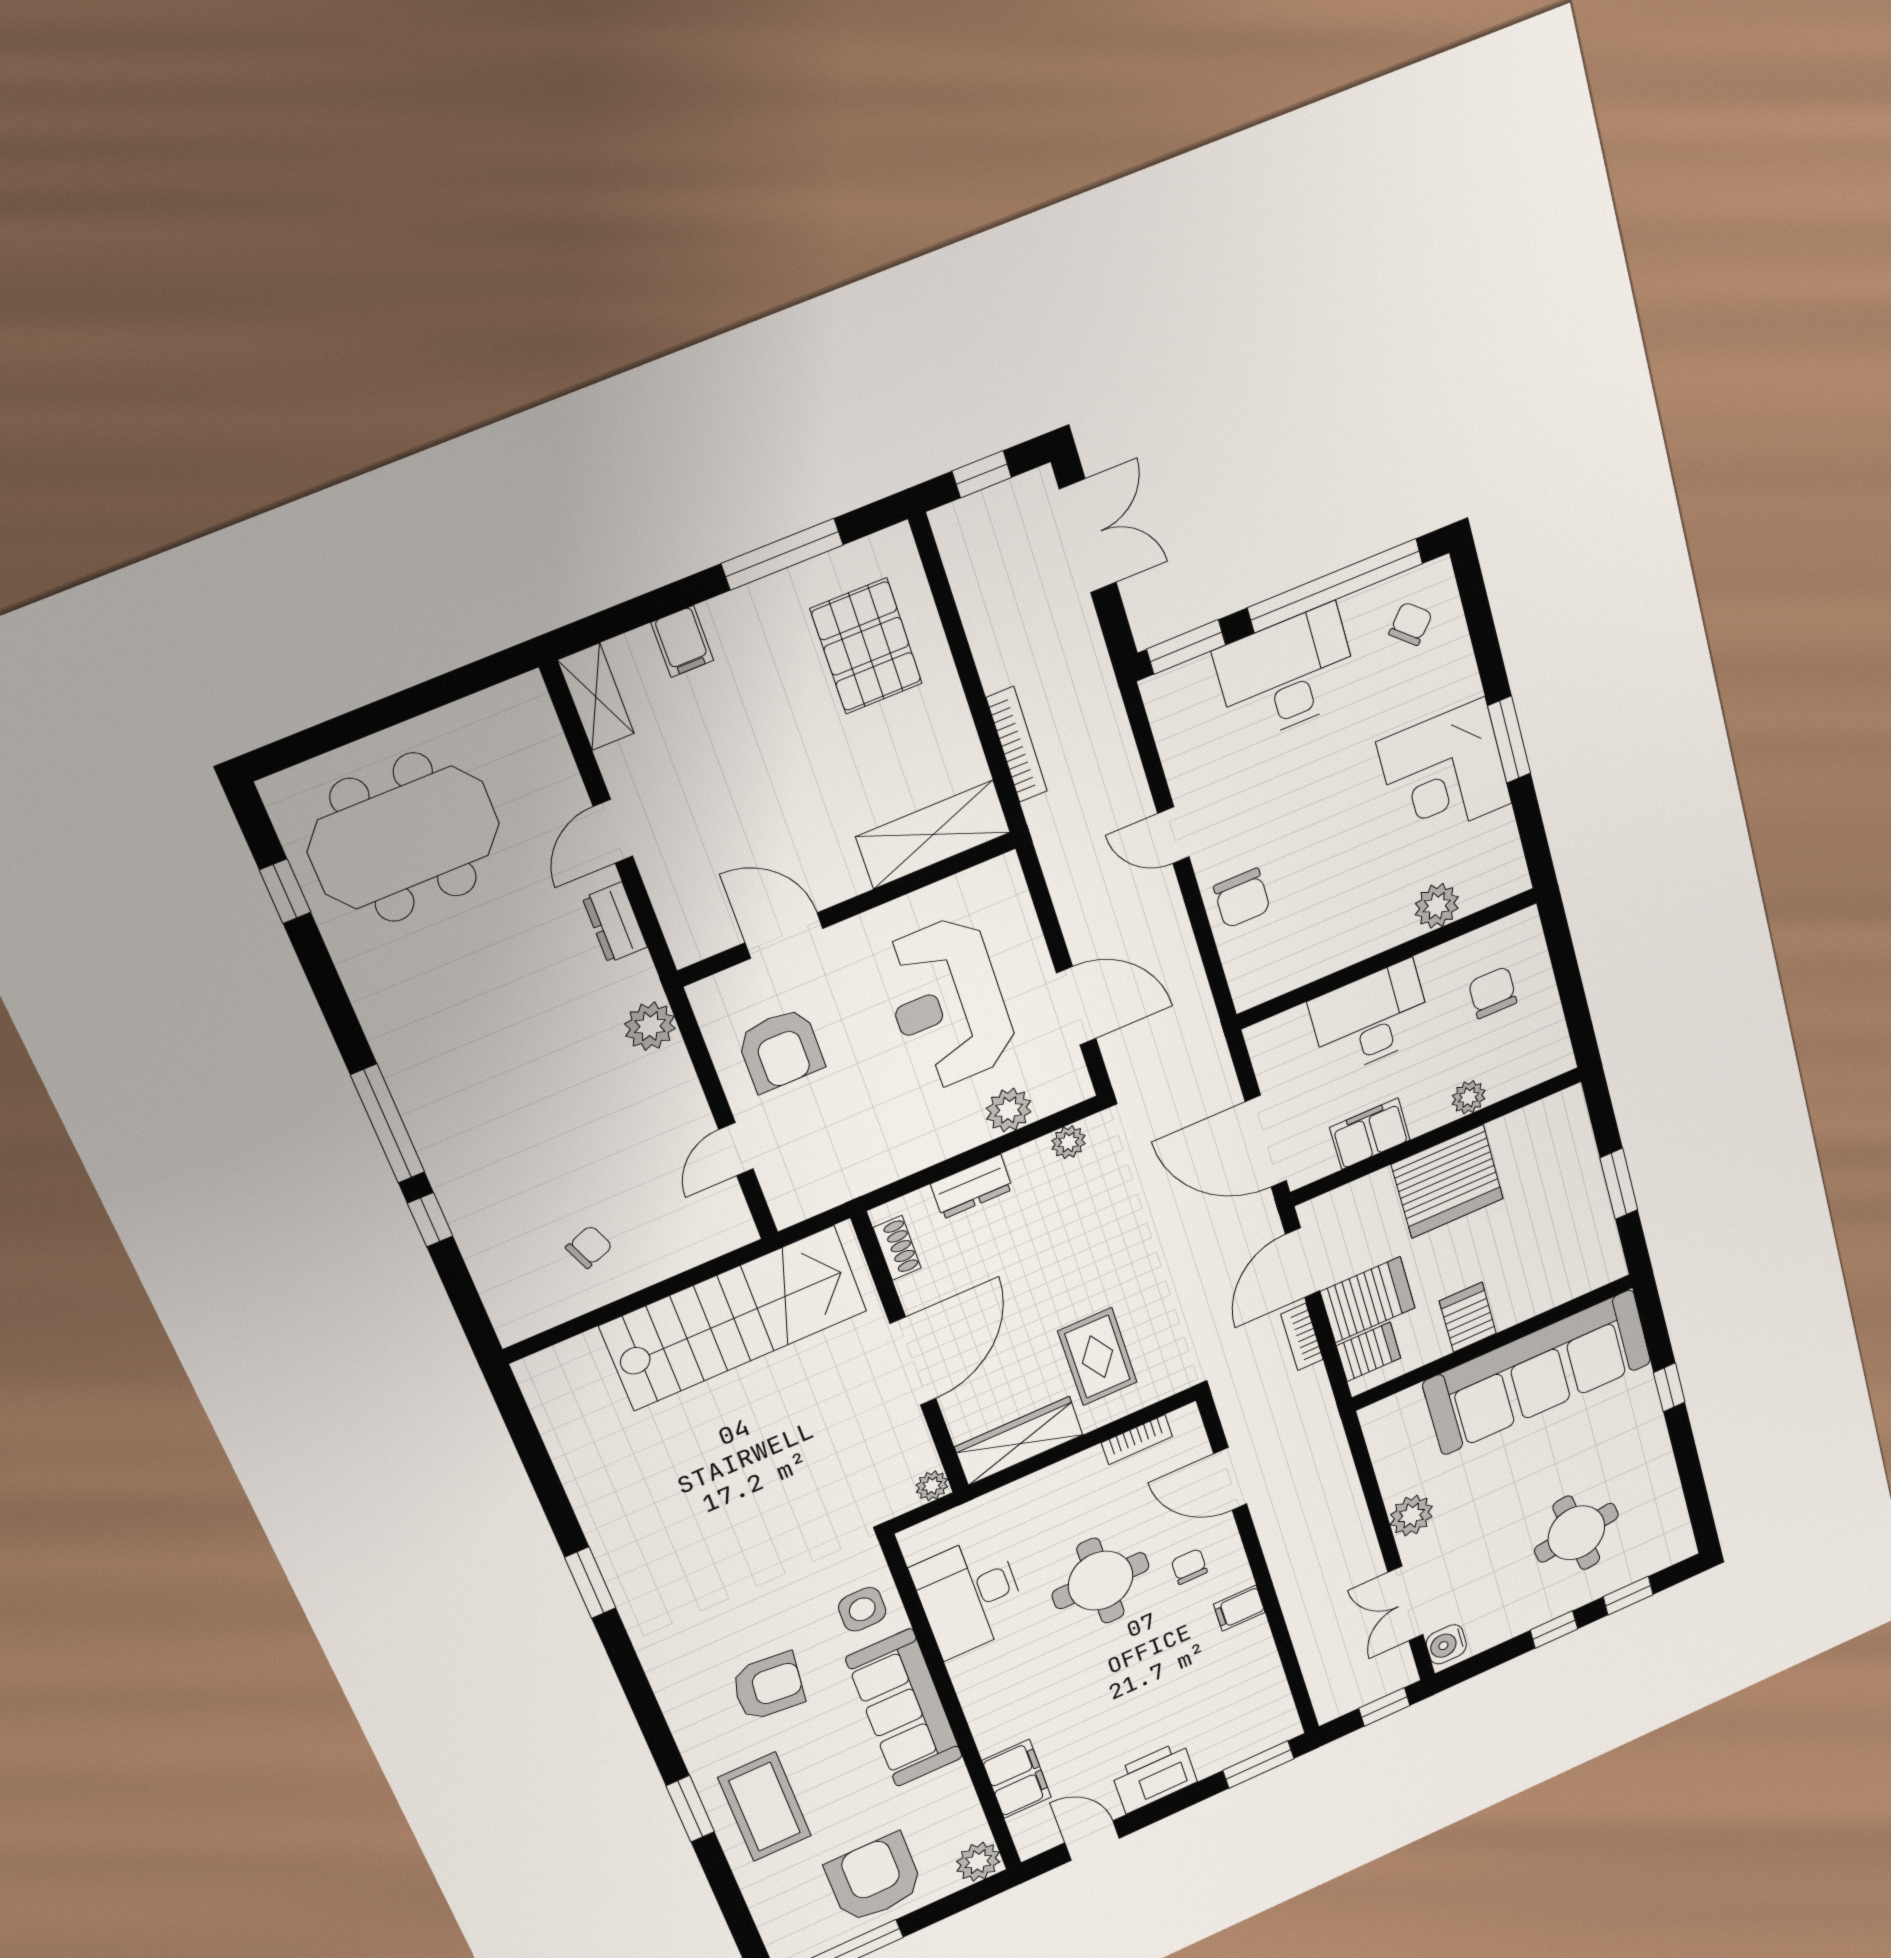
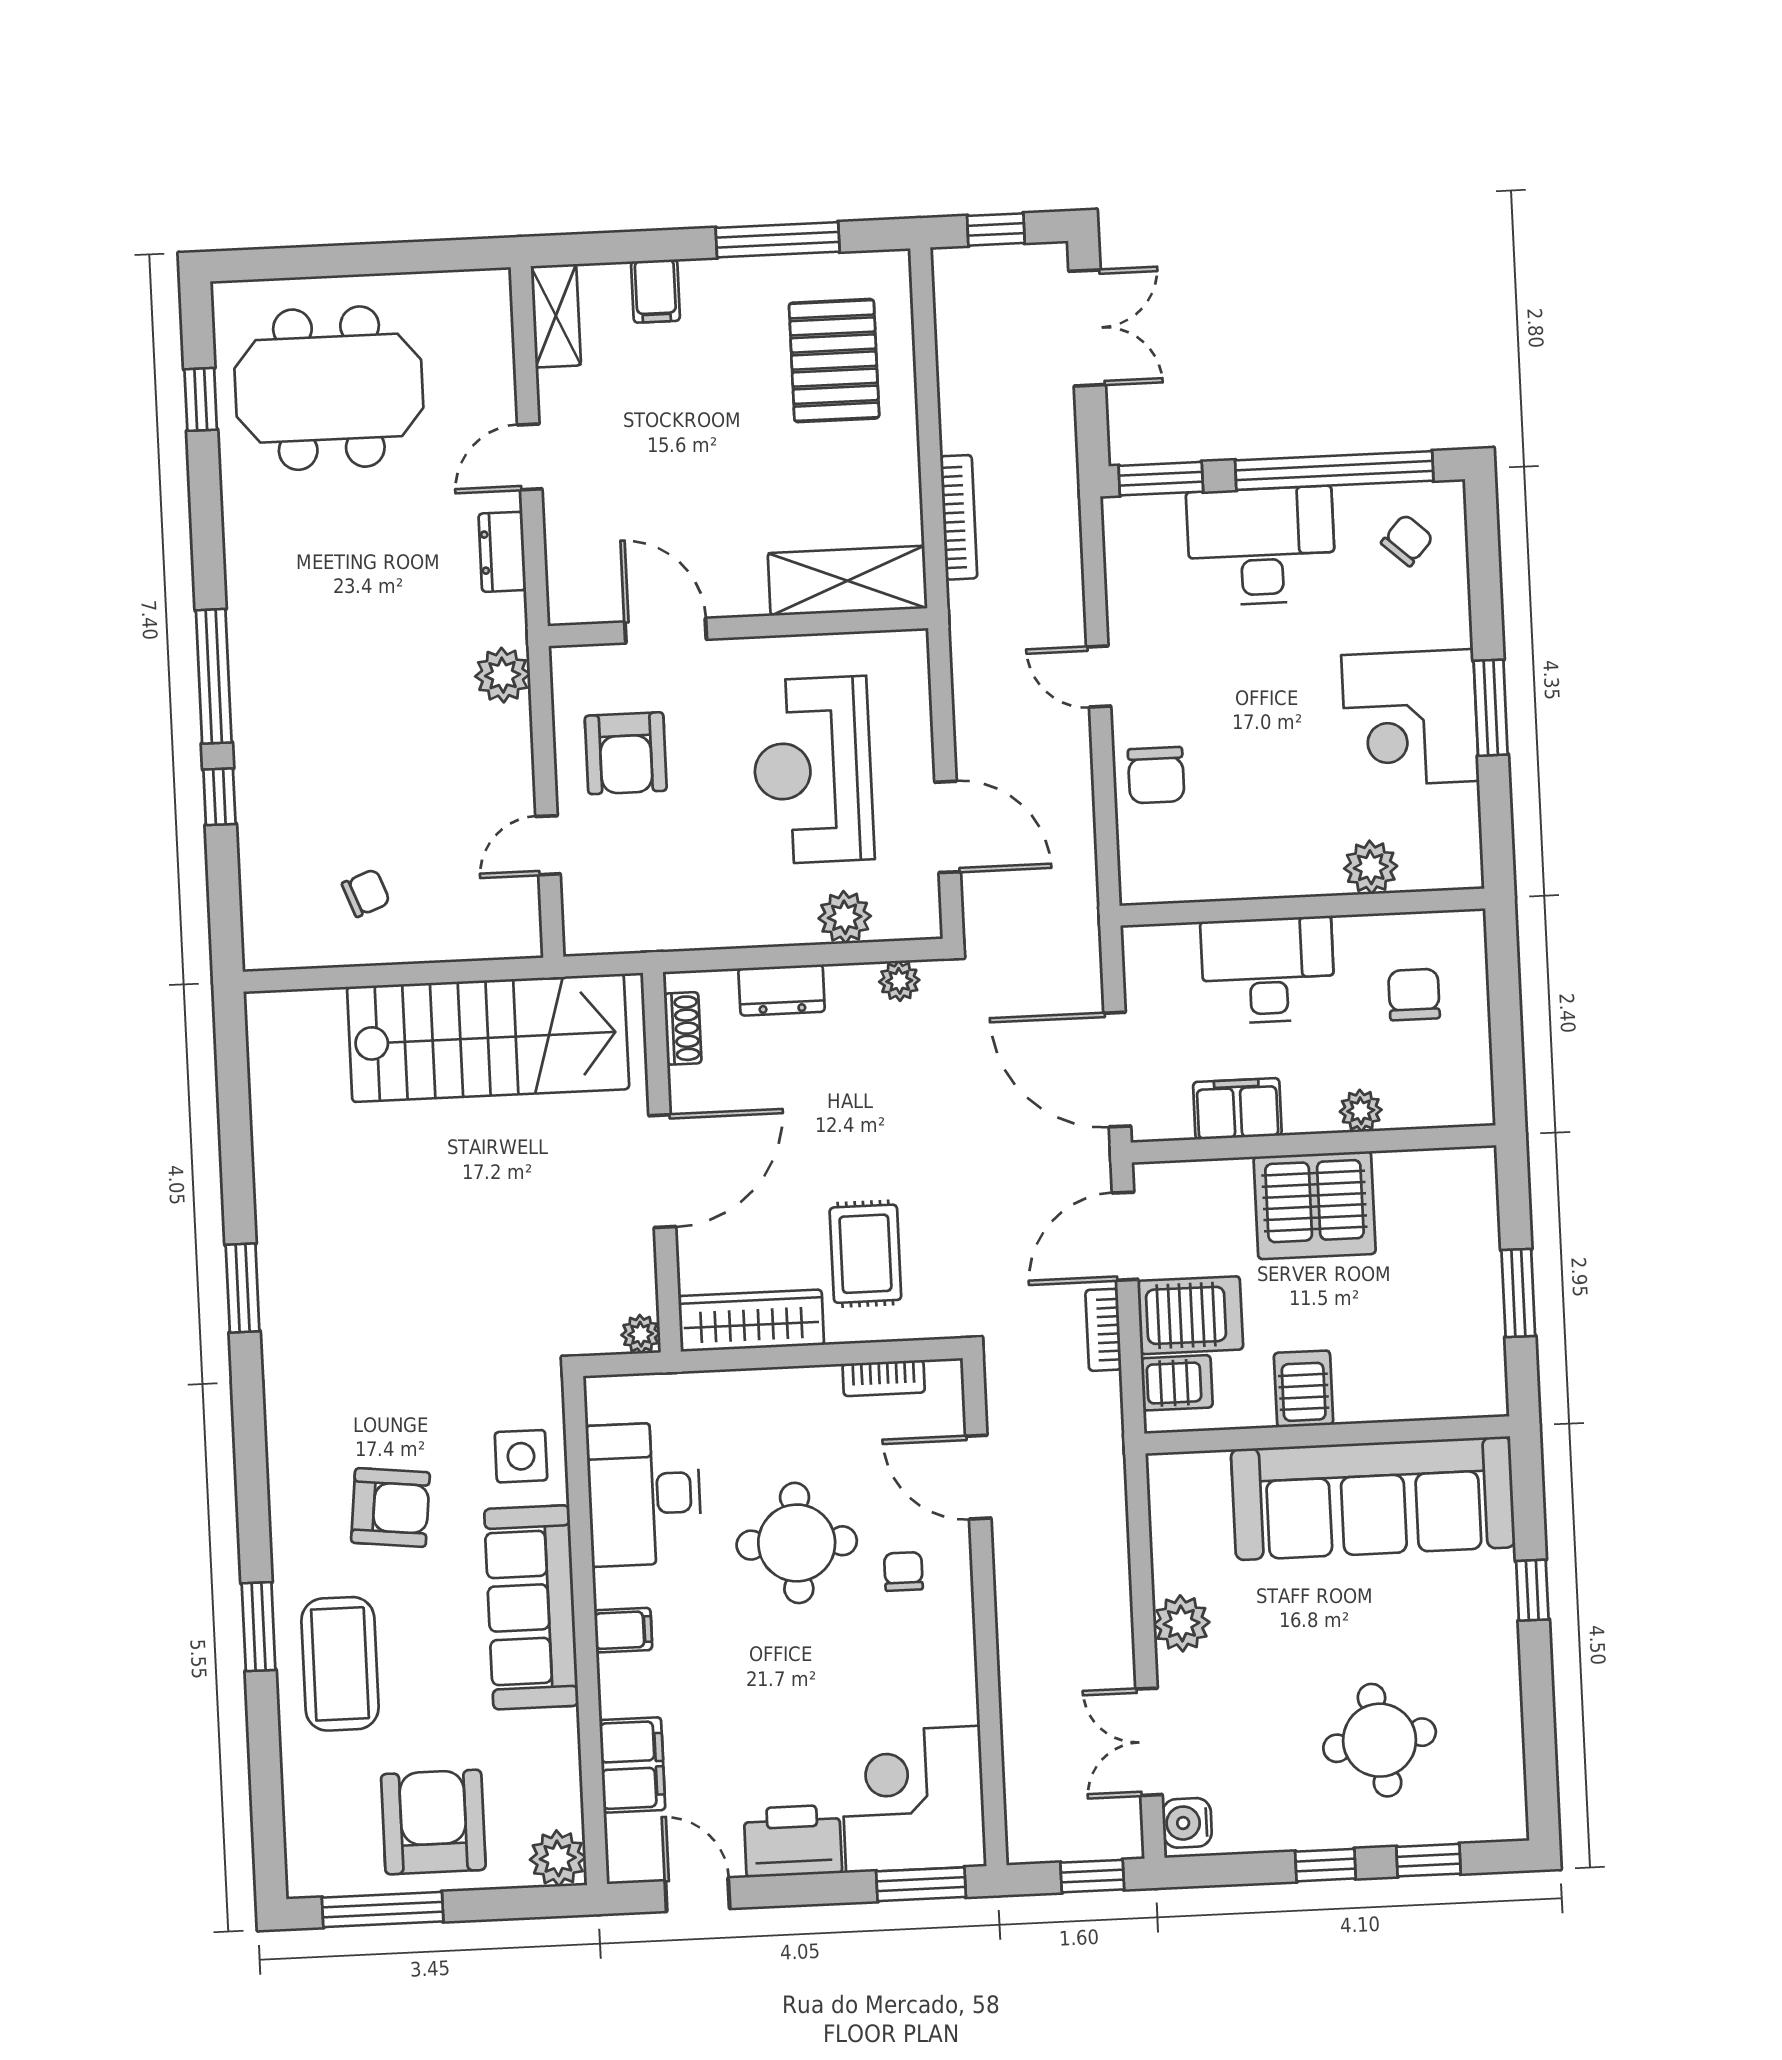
filing cabinet: (1239, 1608) -> (623, 1630), moved, turned 180
corner desk: (1238, 1713) -> (913, 1799), added

